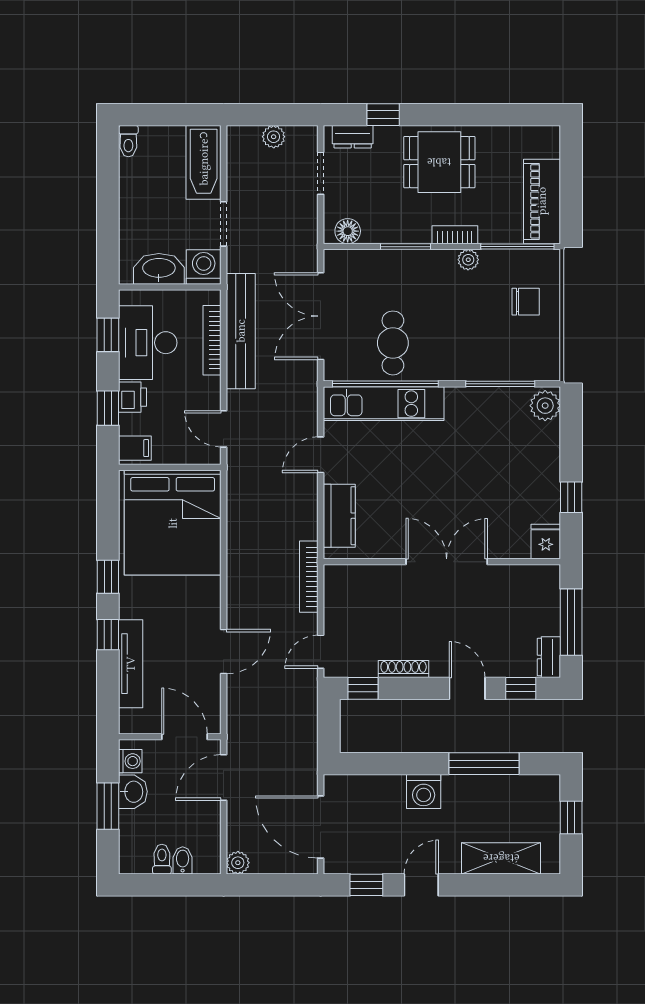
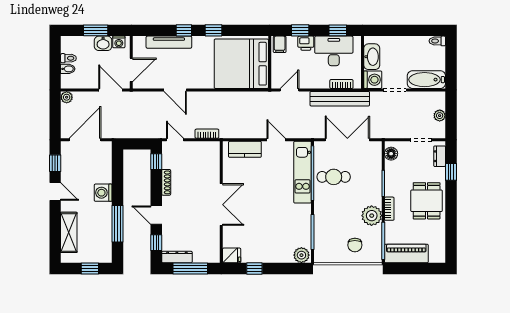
plant: (468, 260) -> (372, 216), width x1.88, depth x1.88
bookcase: (212, 340) -> (341, 84), width x0.64
bookcase: (309, 577) -> (207, 134), width x0.64
dresser: (549, 657) -> (177, 257), width x1.44
door: (467, 688) -> (156, 215), swing flipped

